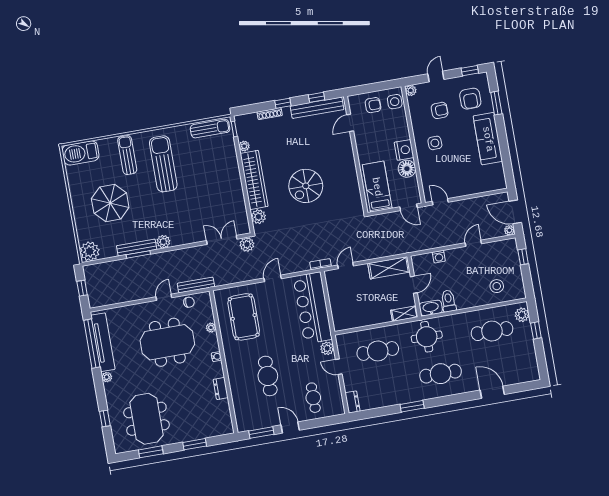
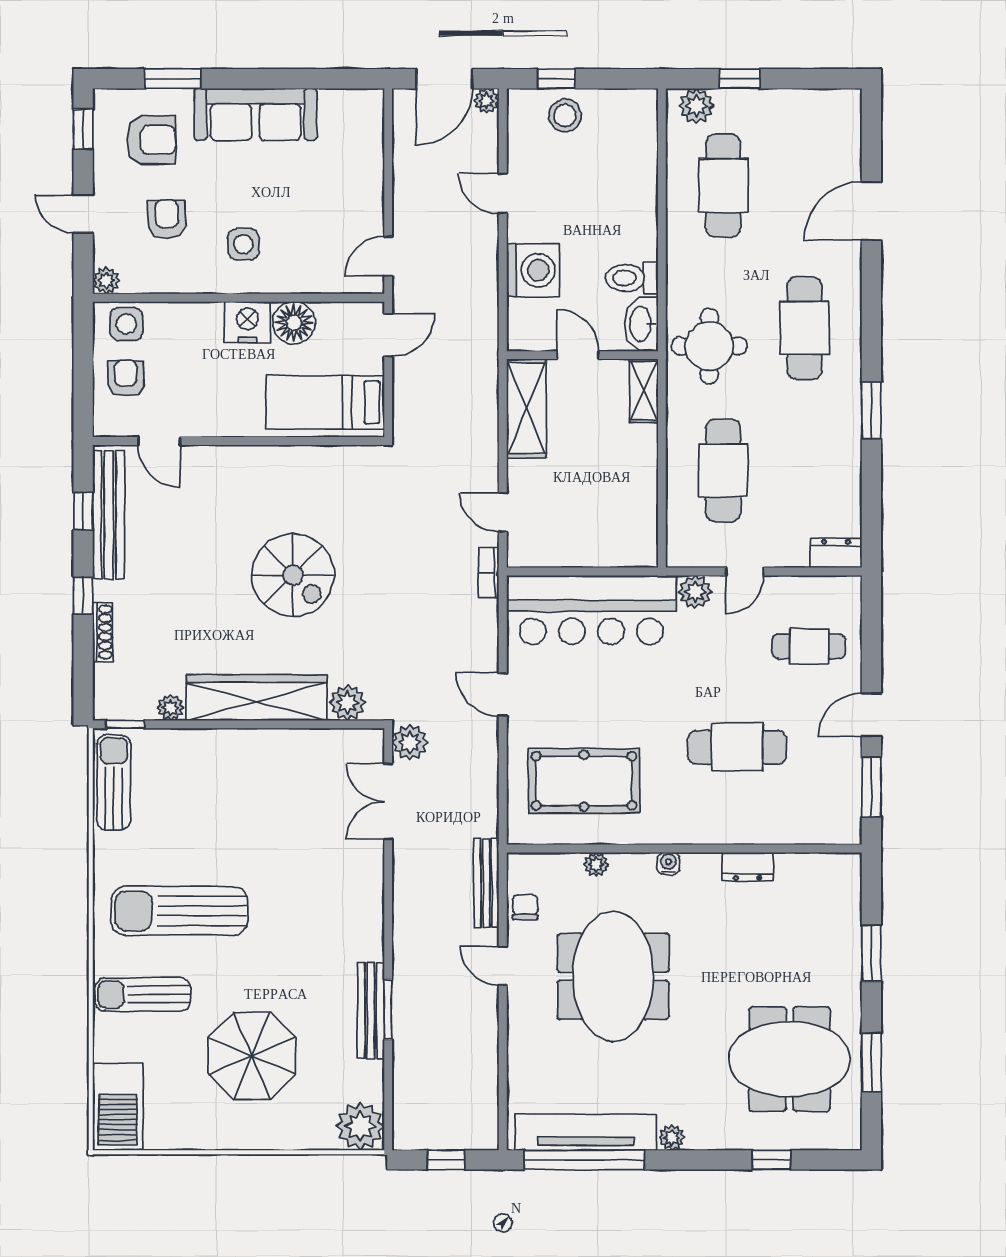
plant: (163, 242) -> (368, 943), removed
washing machine: (439, 257) -> (533, 270), width x1.89, depth x1.89
stool: (497, 286) -> (565, 115), moved

